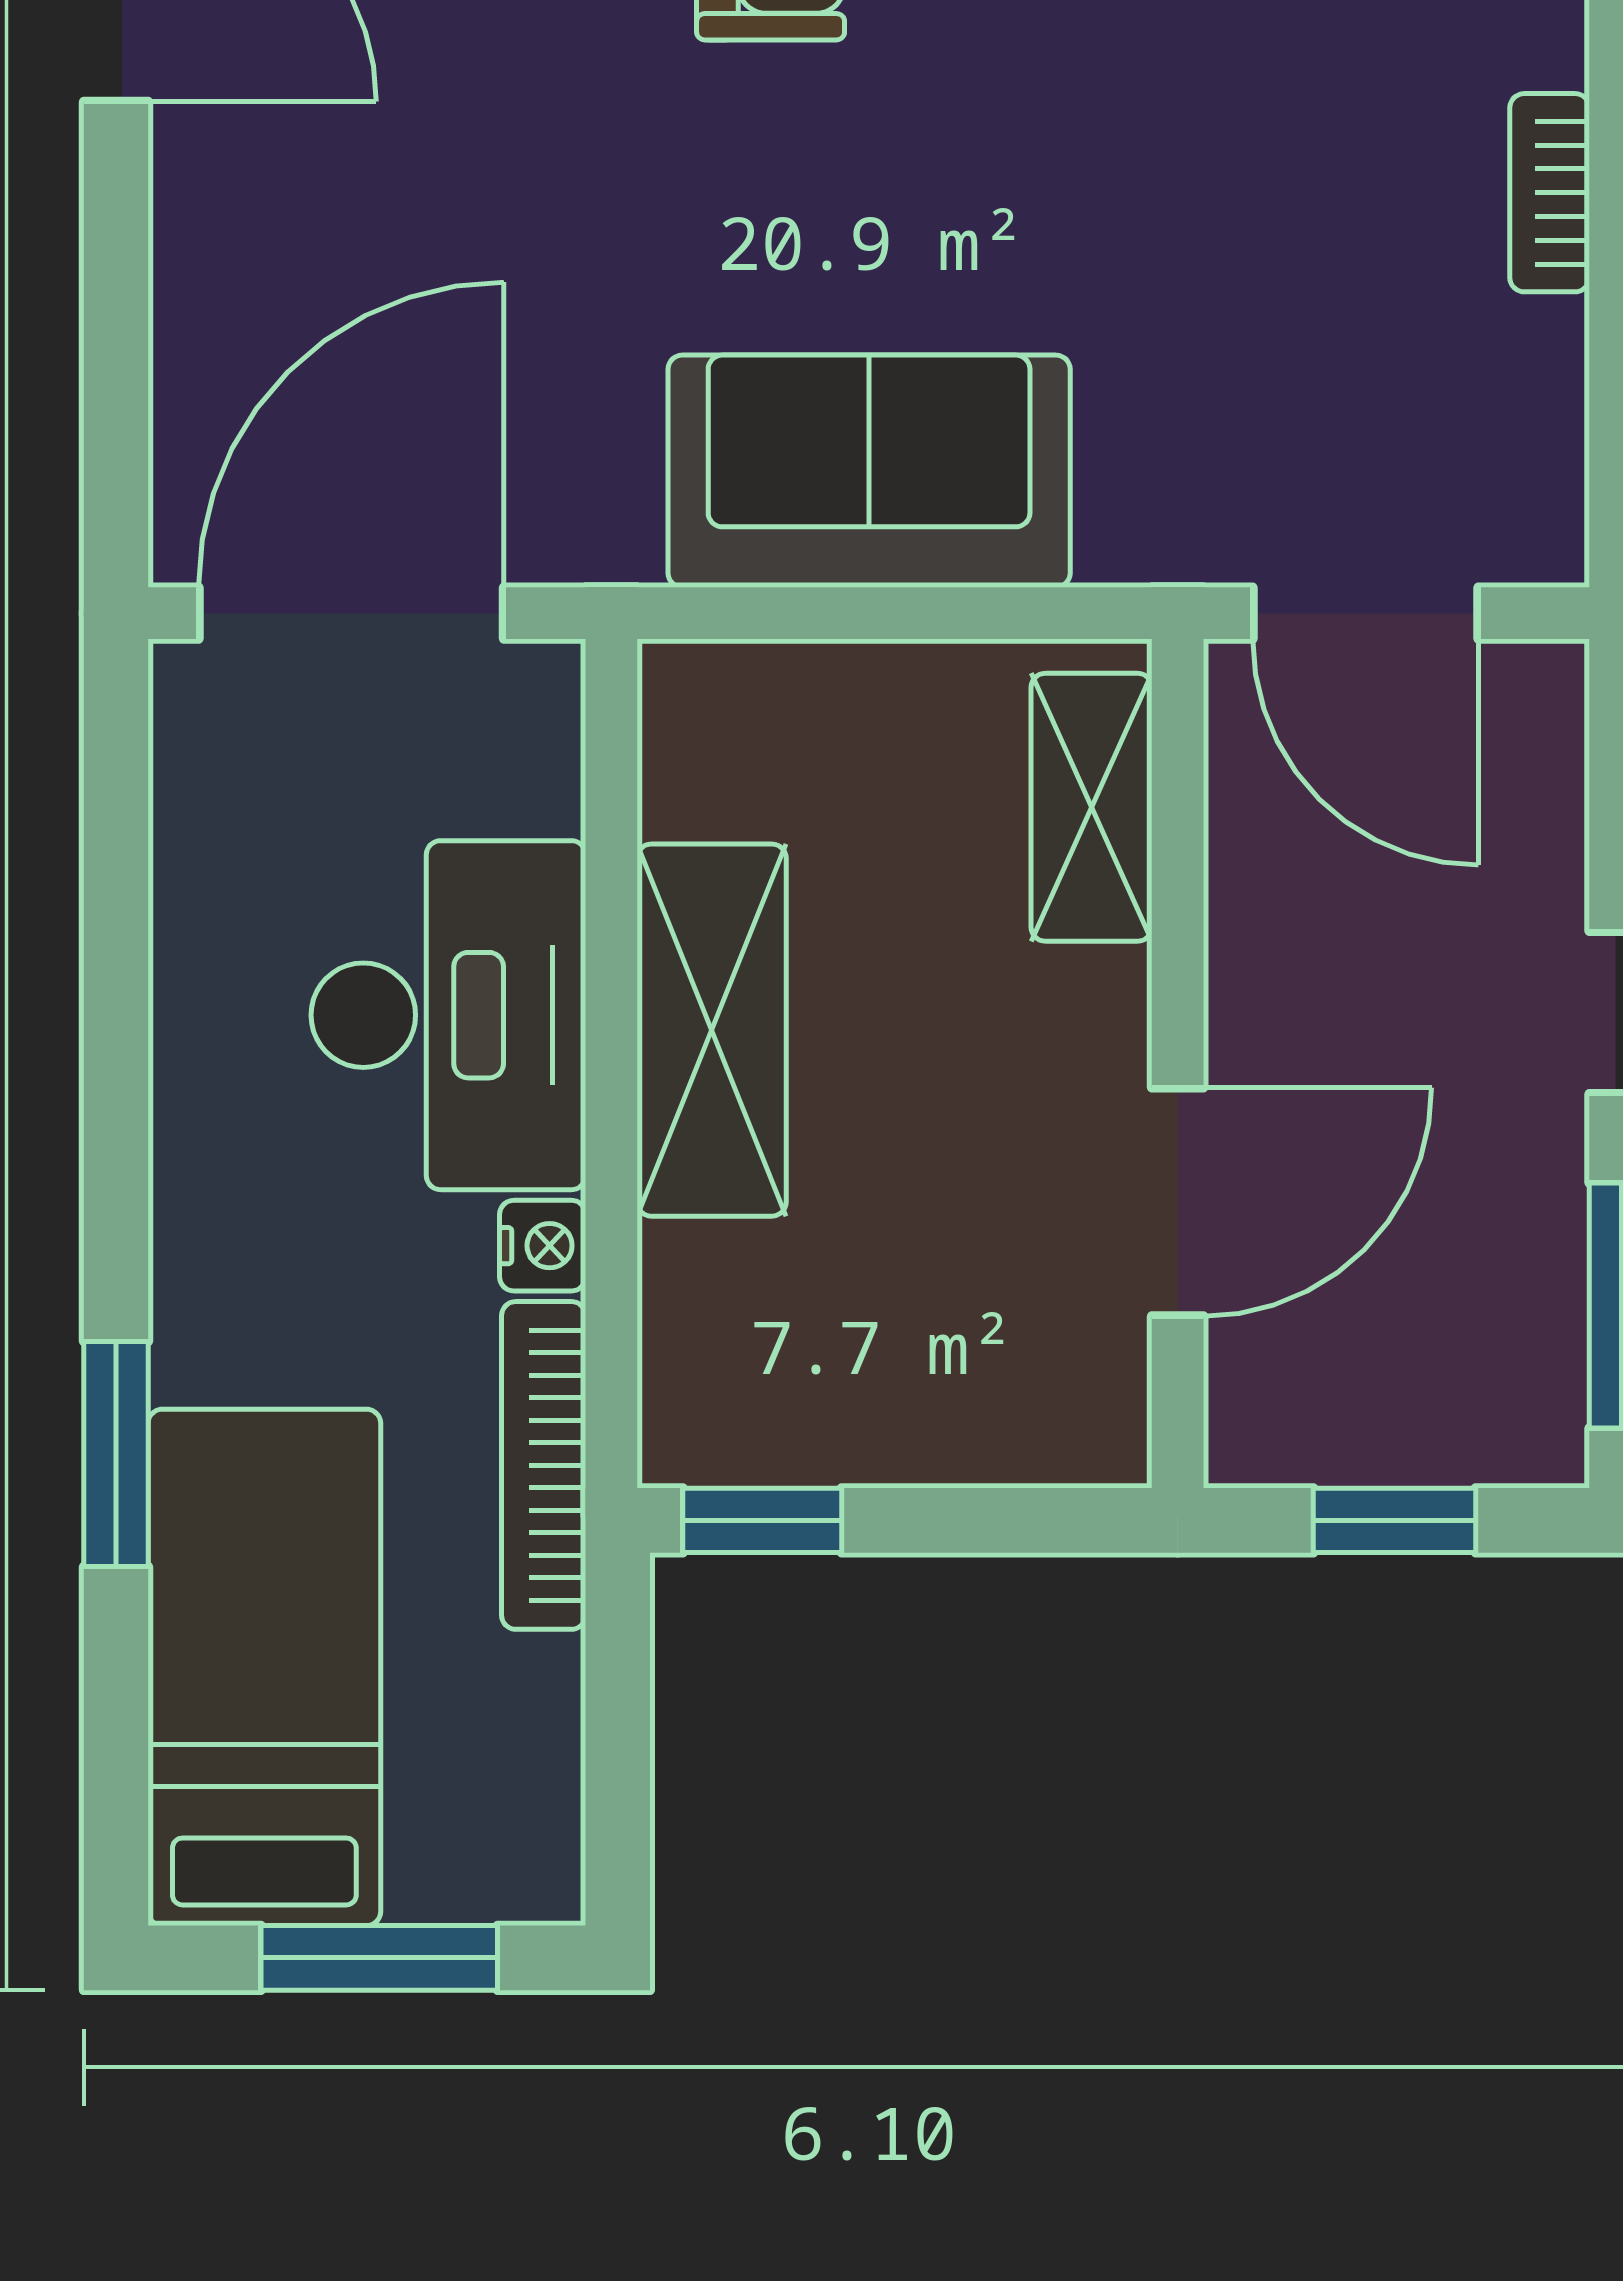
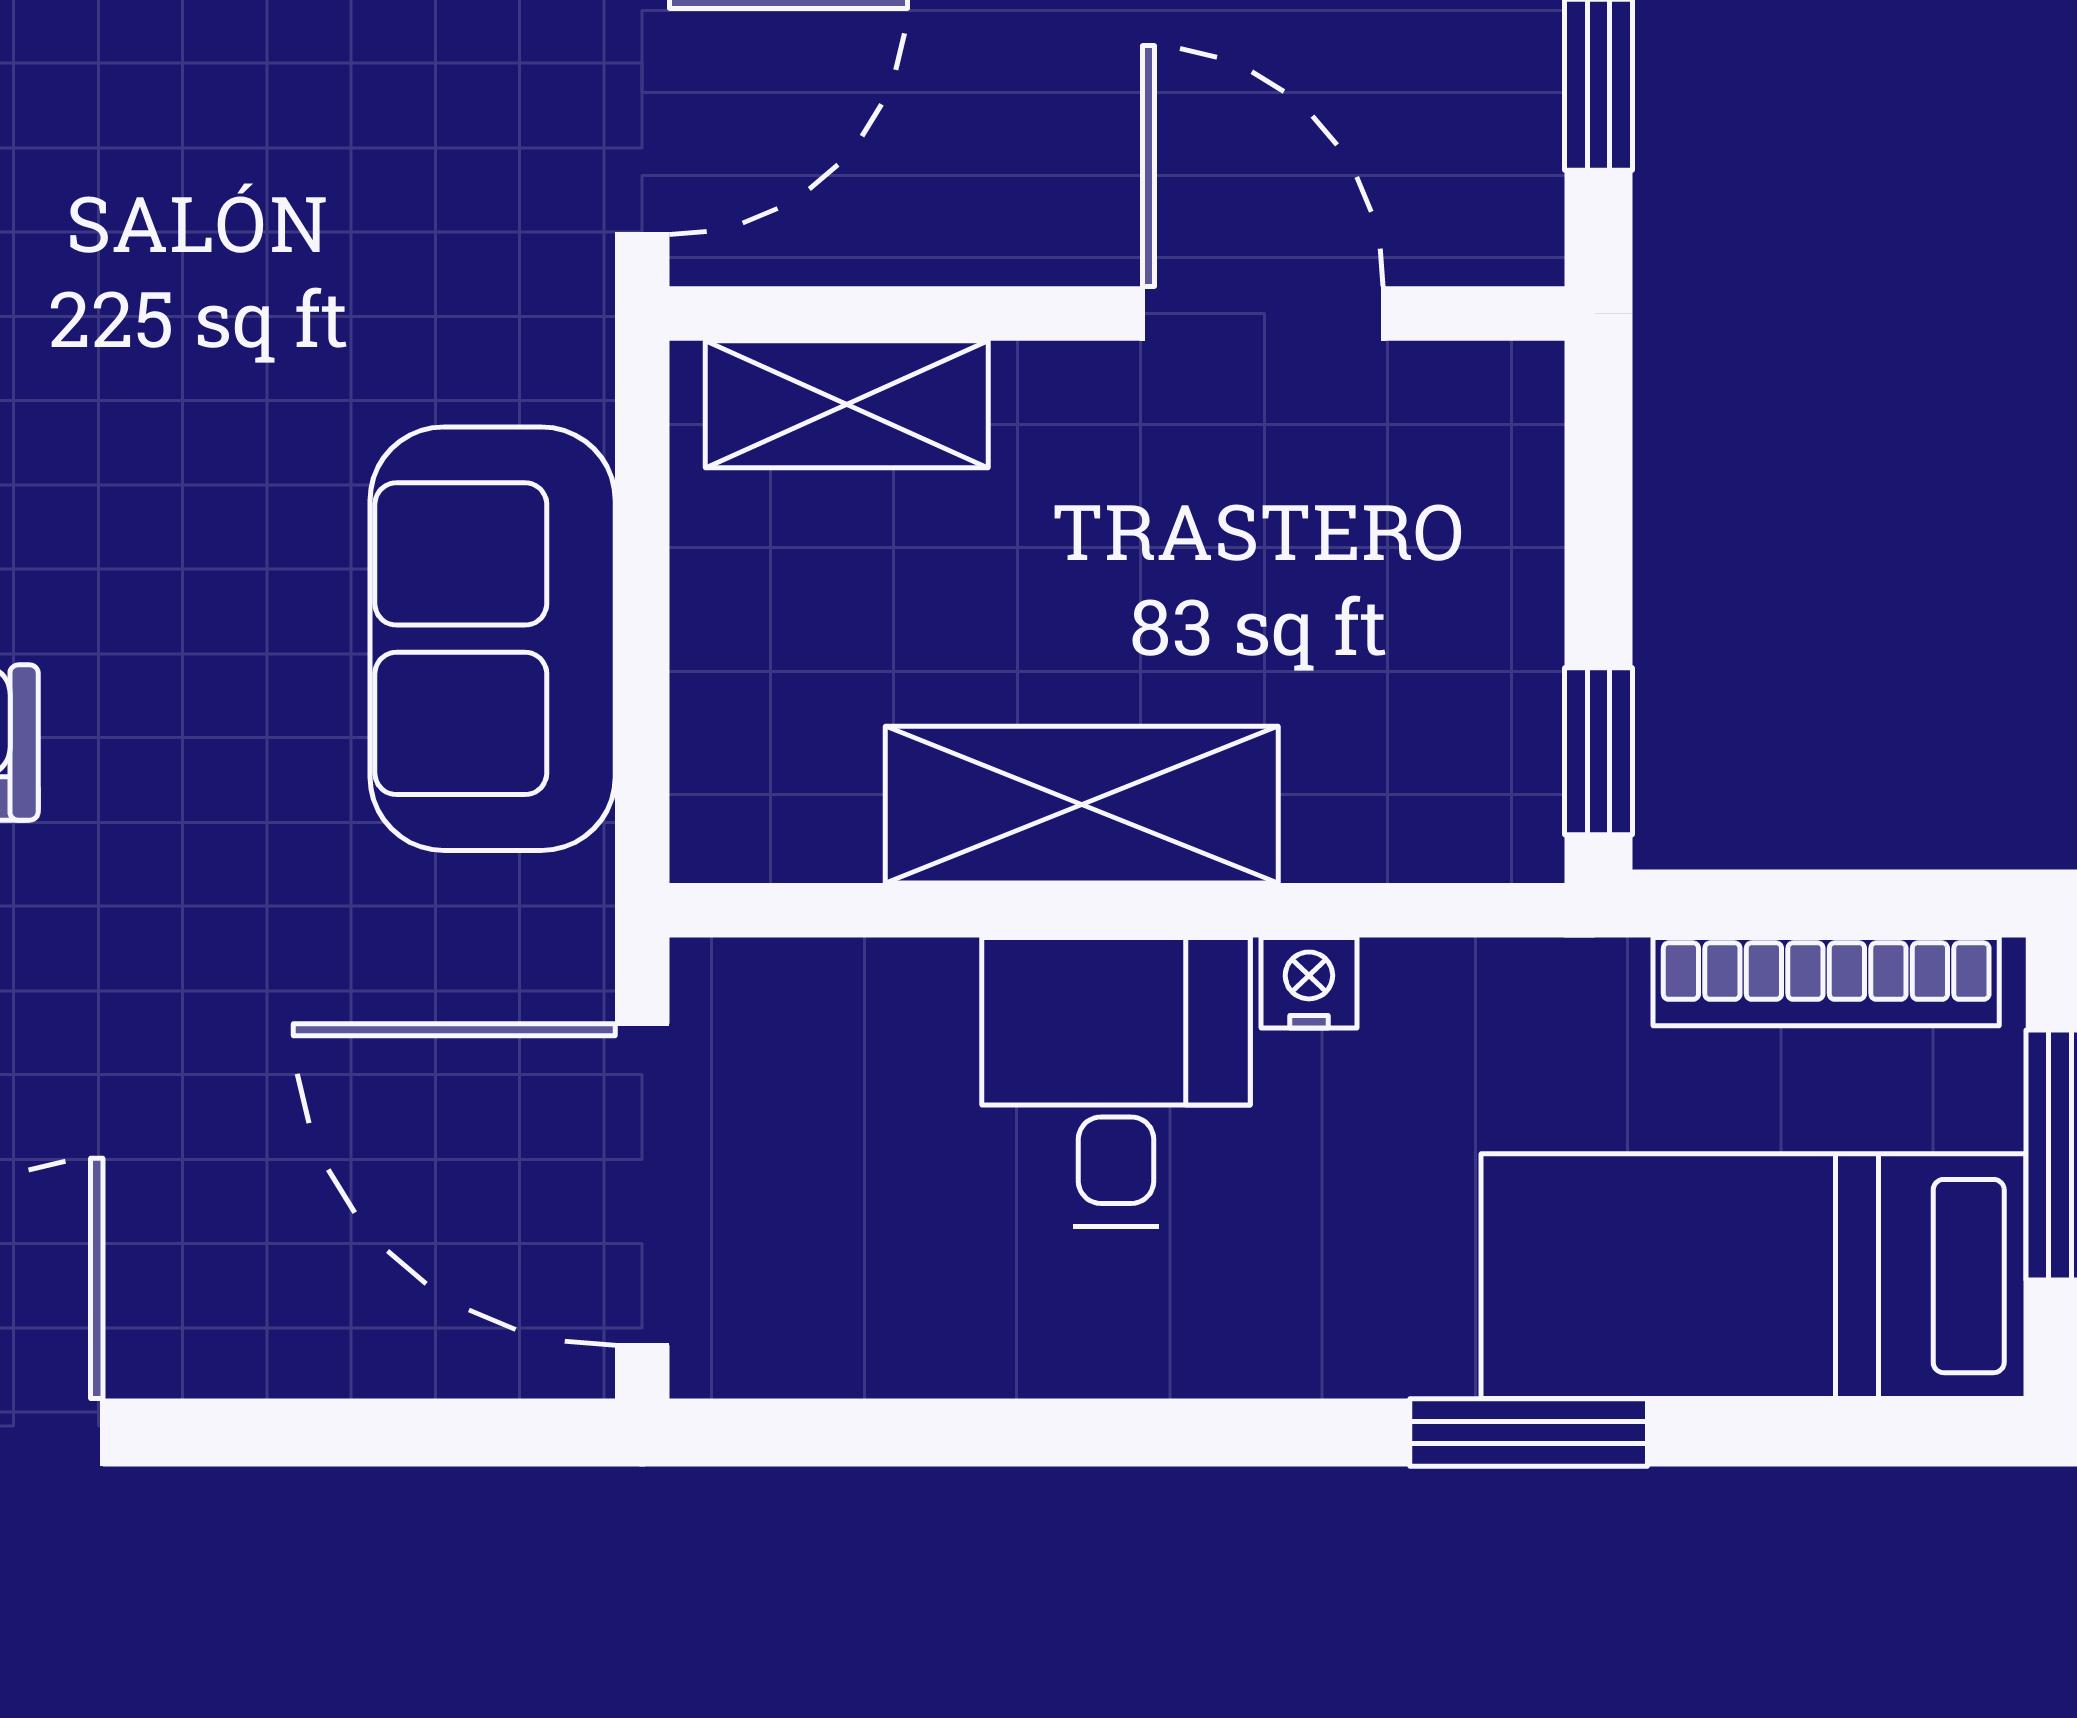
desk: (448, 1015) -> (1116, 1082), width x0.73
bookcase: (544, 1465) -> (1826, 982), moved

